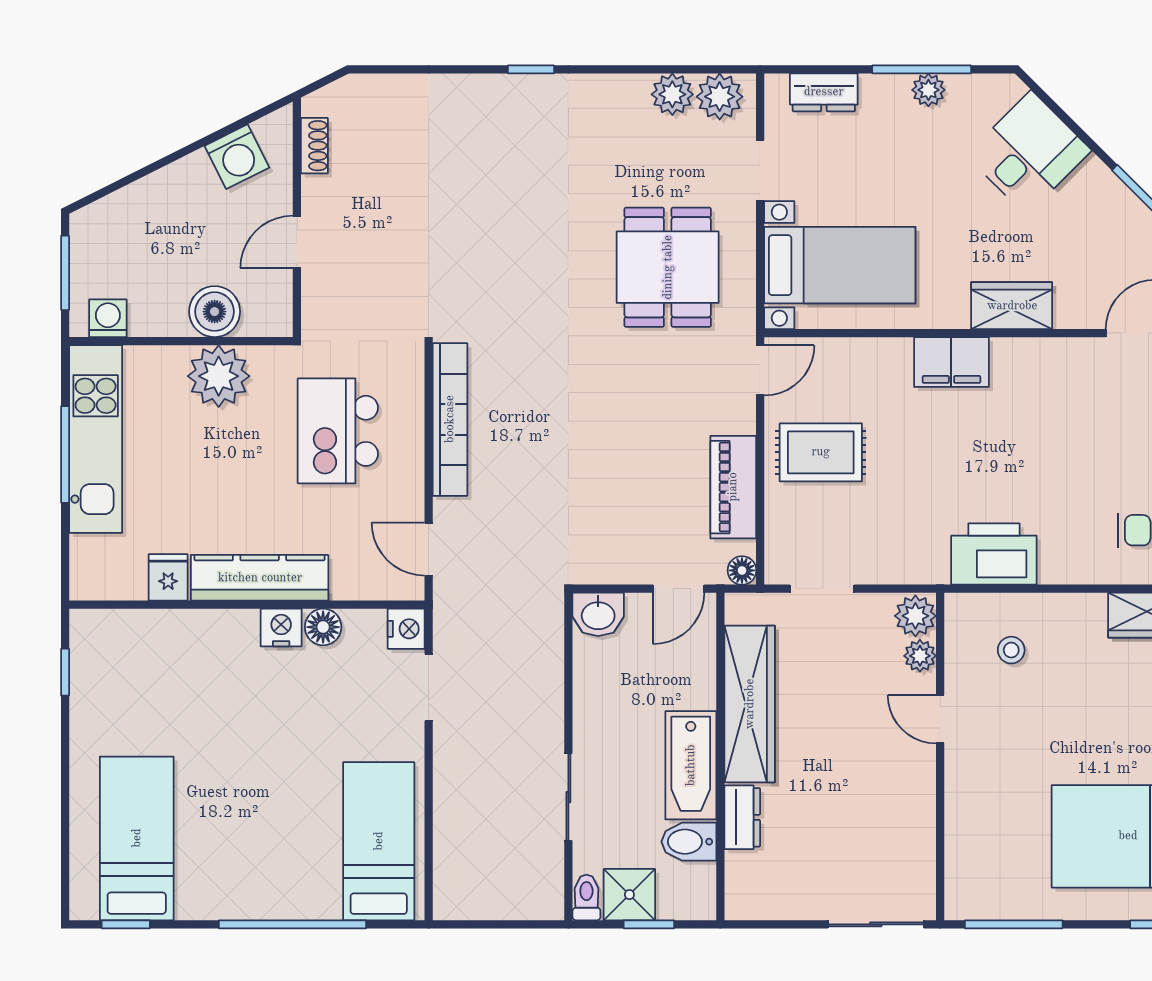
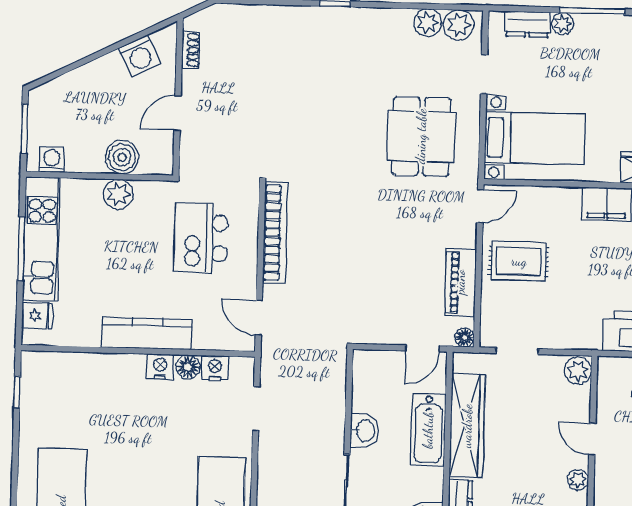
plant: (928, 90) -> (563, 24), moved
plant: (219, 376) -> (118, 194), width x0.73, depth x0.73
fridge: (168, 577) -> (37, 316), moved, turned 90
washbasin: (598, 614) -> (365, 431), moved, turned -90
nightstand: (406, 629) -> (215, 368), moved, turned -90
plant: (920, 656) -> (578, 480), moved
bathtub: (691, 765) -> (428, 430), moved

